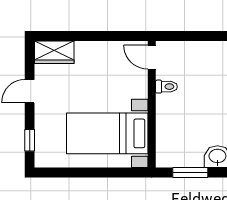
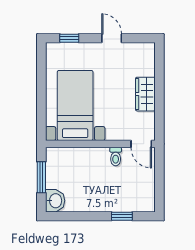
wardrobe: (54, 52) -> (145, 94), moved
door: (152, 57) -> (141, 144), swing flipped

